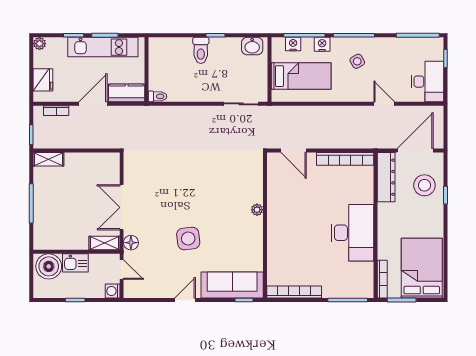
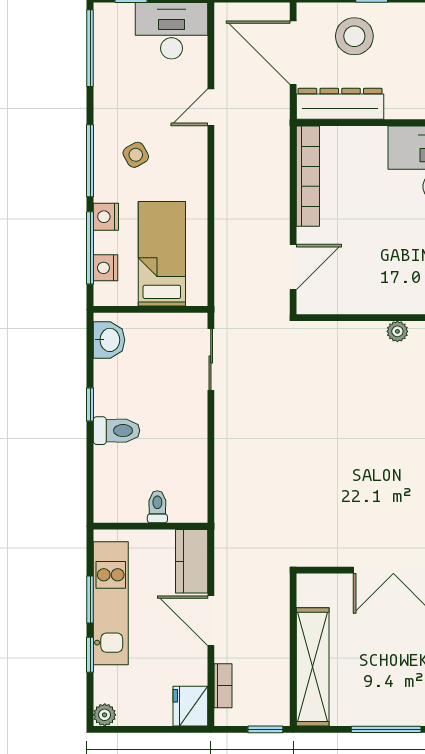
fridge: (43, 80) -> (190, 706), moved, turned -90
toilet: (158, 96) -> (157, 507), moved
shelving: (48, 159) -> (313, 667), width x2.20, depth x1.33

